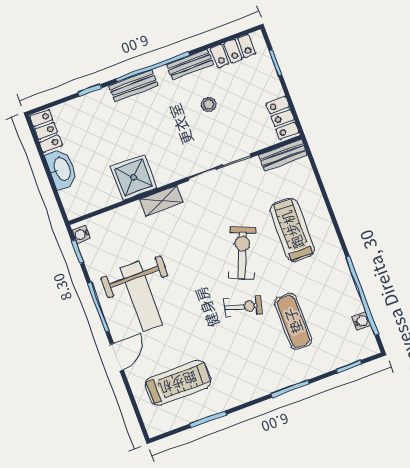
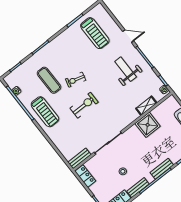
shelving: (161, 201) -> (146, 106), moved
treadmill: (292, 230) -> (45, 112), moved
exercise bike: (242, 253) -> (84, 105), turned -112
weight bench: (142, 296) -> (126, 69), width x0.73, depth x0.75
door: (117, 357) -> (128, 36), swing flipped
treadmill: (178, 383) -> (95, 33), turned -90

